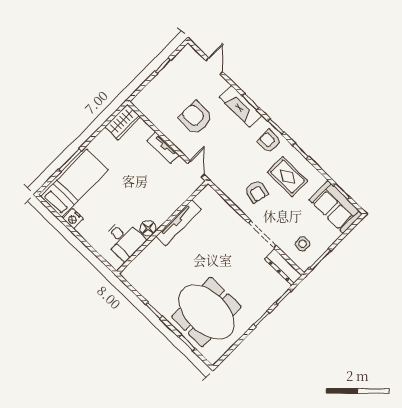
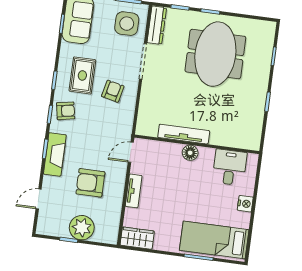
plant: (165, 84) -> (82, 228), added
armchair: (196, 118) -> (90, 183), turned 90
armchair: (269, 141) -> (66, 111), turned -101
nightstand: (73, 219) -> (245, 204), moved
floor lamp: (148, 228) -> (190, 153), moved
side table: (303, 244) -> (127, 24), width x1.87, depth x1.87
meeting table: (206, 312) -> (215, 54), moved

